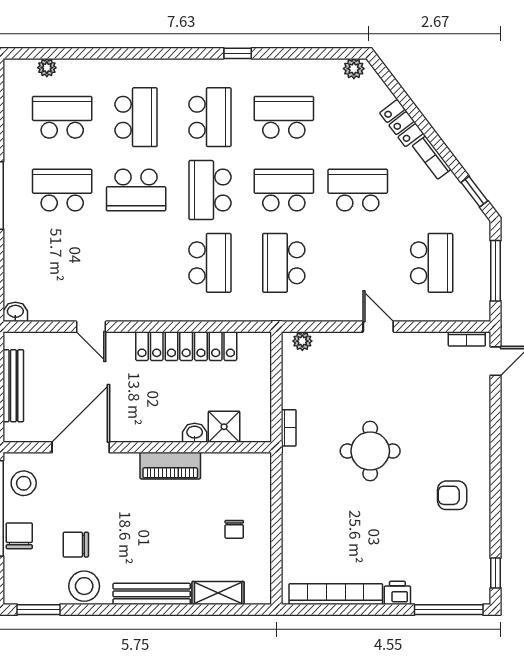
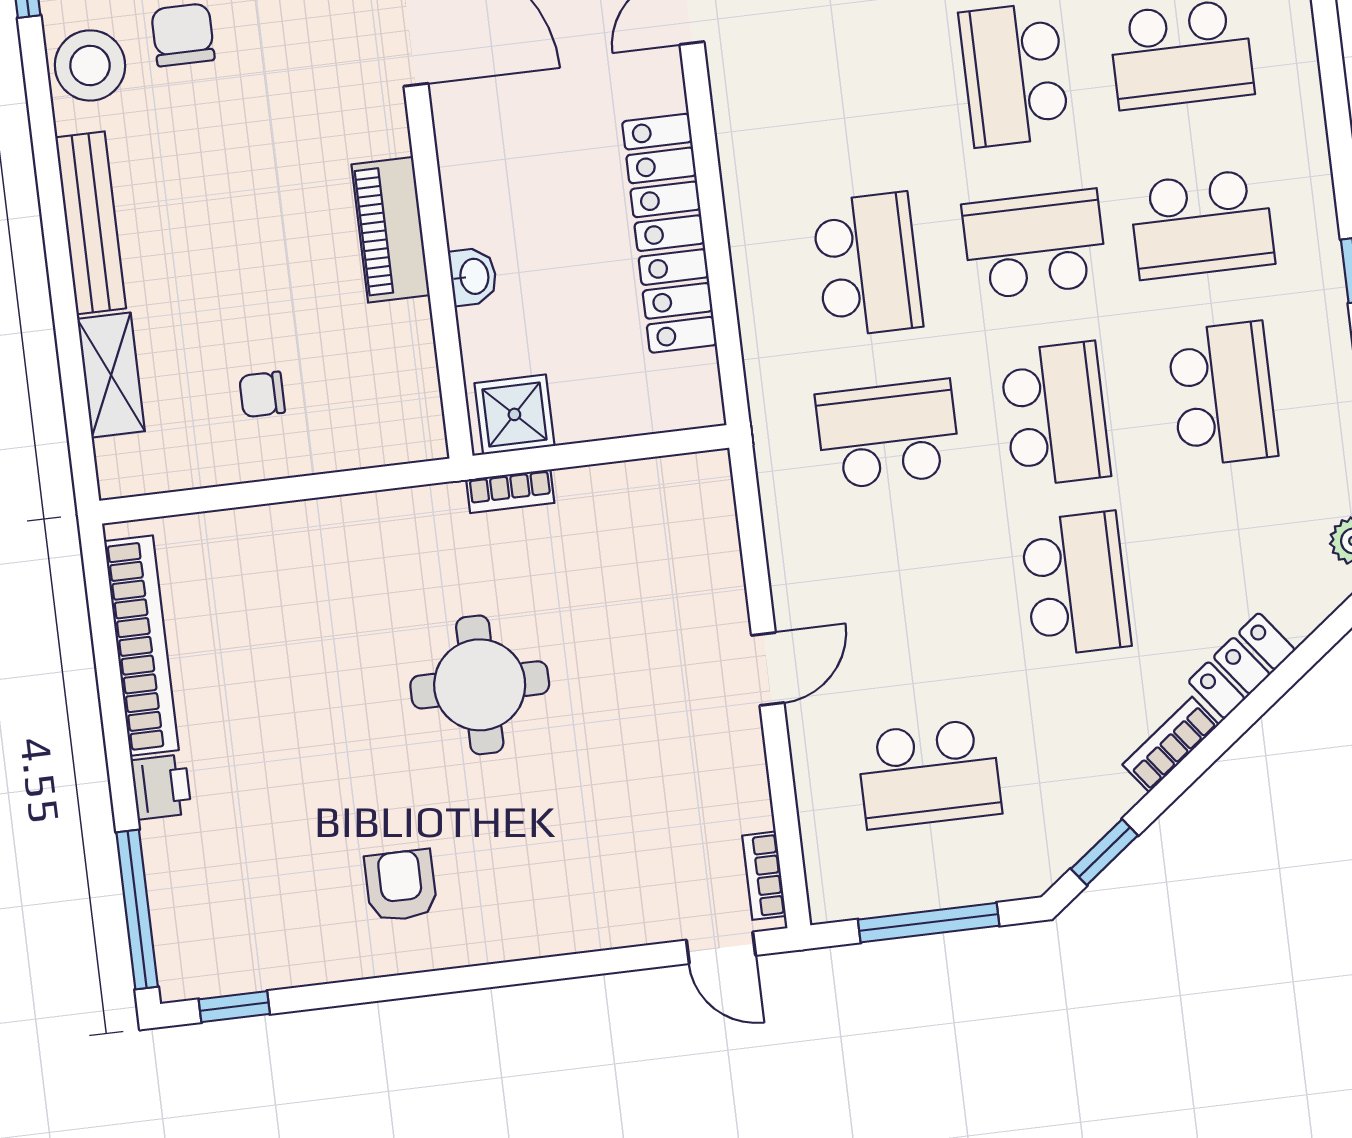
school desk: (210, 263) -> (867, 265), turned -90
plant: (302, 341) -> (713, 498), removed
shower: (224, 427) -> (514, 414), moved

